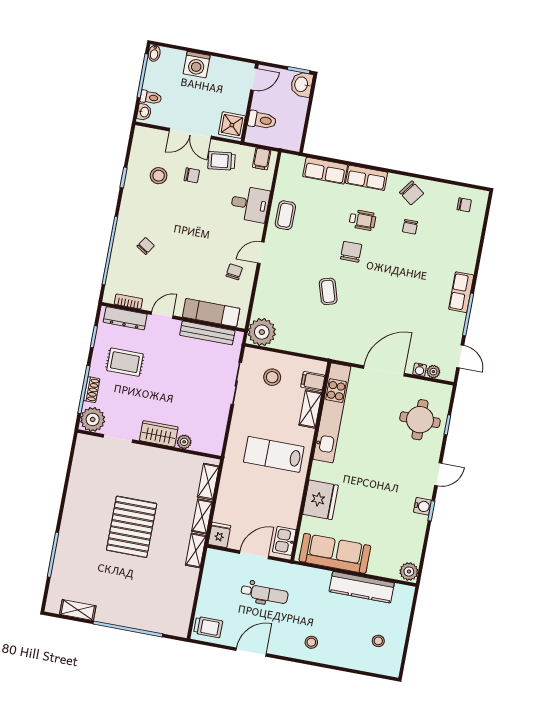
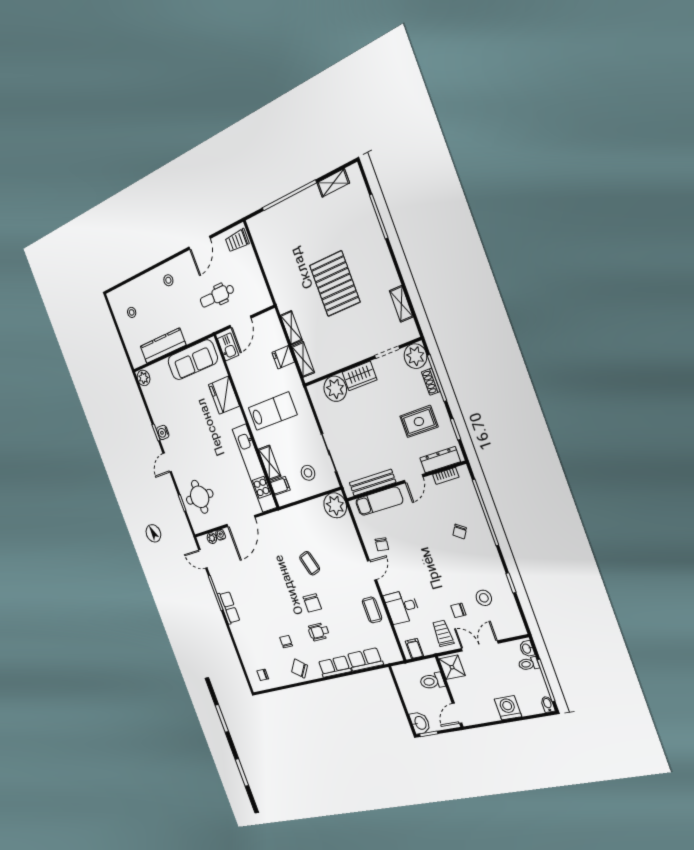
trolley: (221, 161) -> (443, 633), turned -83
plant: (184, 442) -> (335, 389), width x1.88, depth x1.88
fridge: (219, 535) -> (283, 357), moved, turned 90
shelving: (196, 550) -> (401, 304), moved

